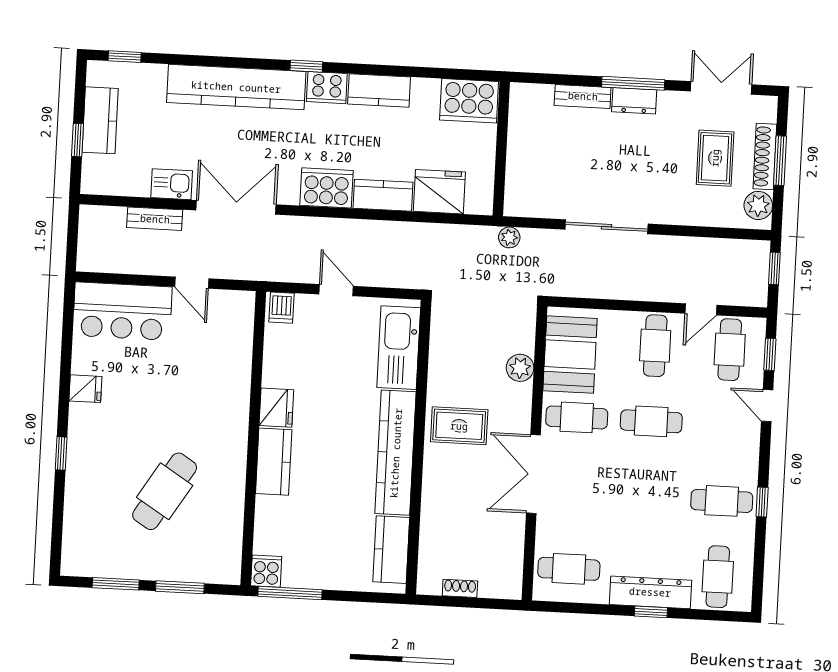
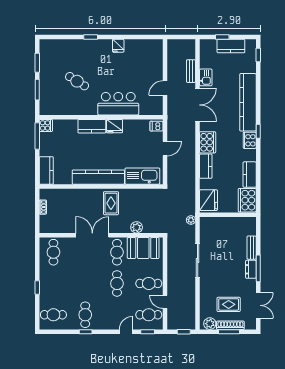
kitchen counter: (379, 90) -> (250, 175), moved
fridge: (439, 192) -> (209, 200), moved
bar counter: (122, 311) -> (118, 104), moved, turned 90
cafe table: (165, 491) -> (77, 81), width x0.73, depth x0.74
kitchen counter: (391, 550) -> (46, 170), moved, turned 90
dresser: (650, 592) -> (45, 287), removed

